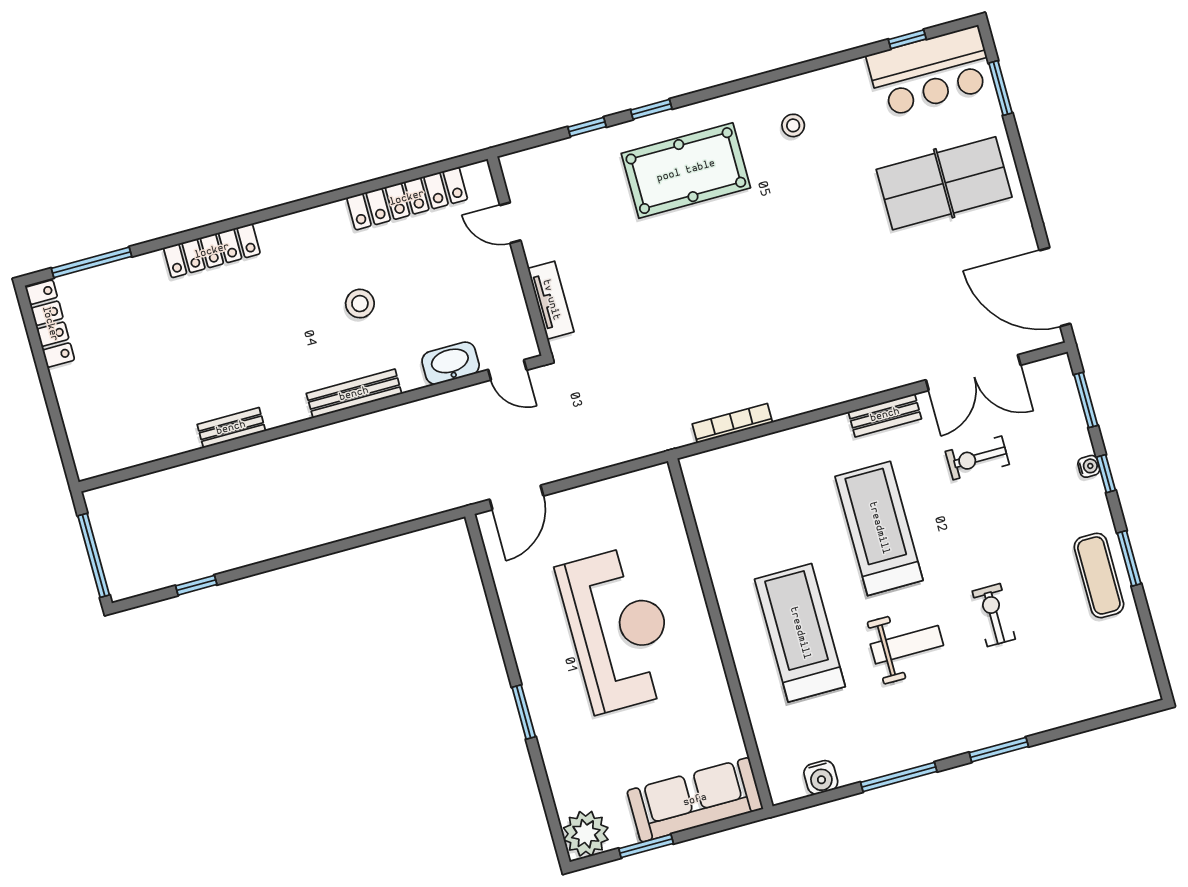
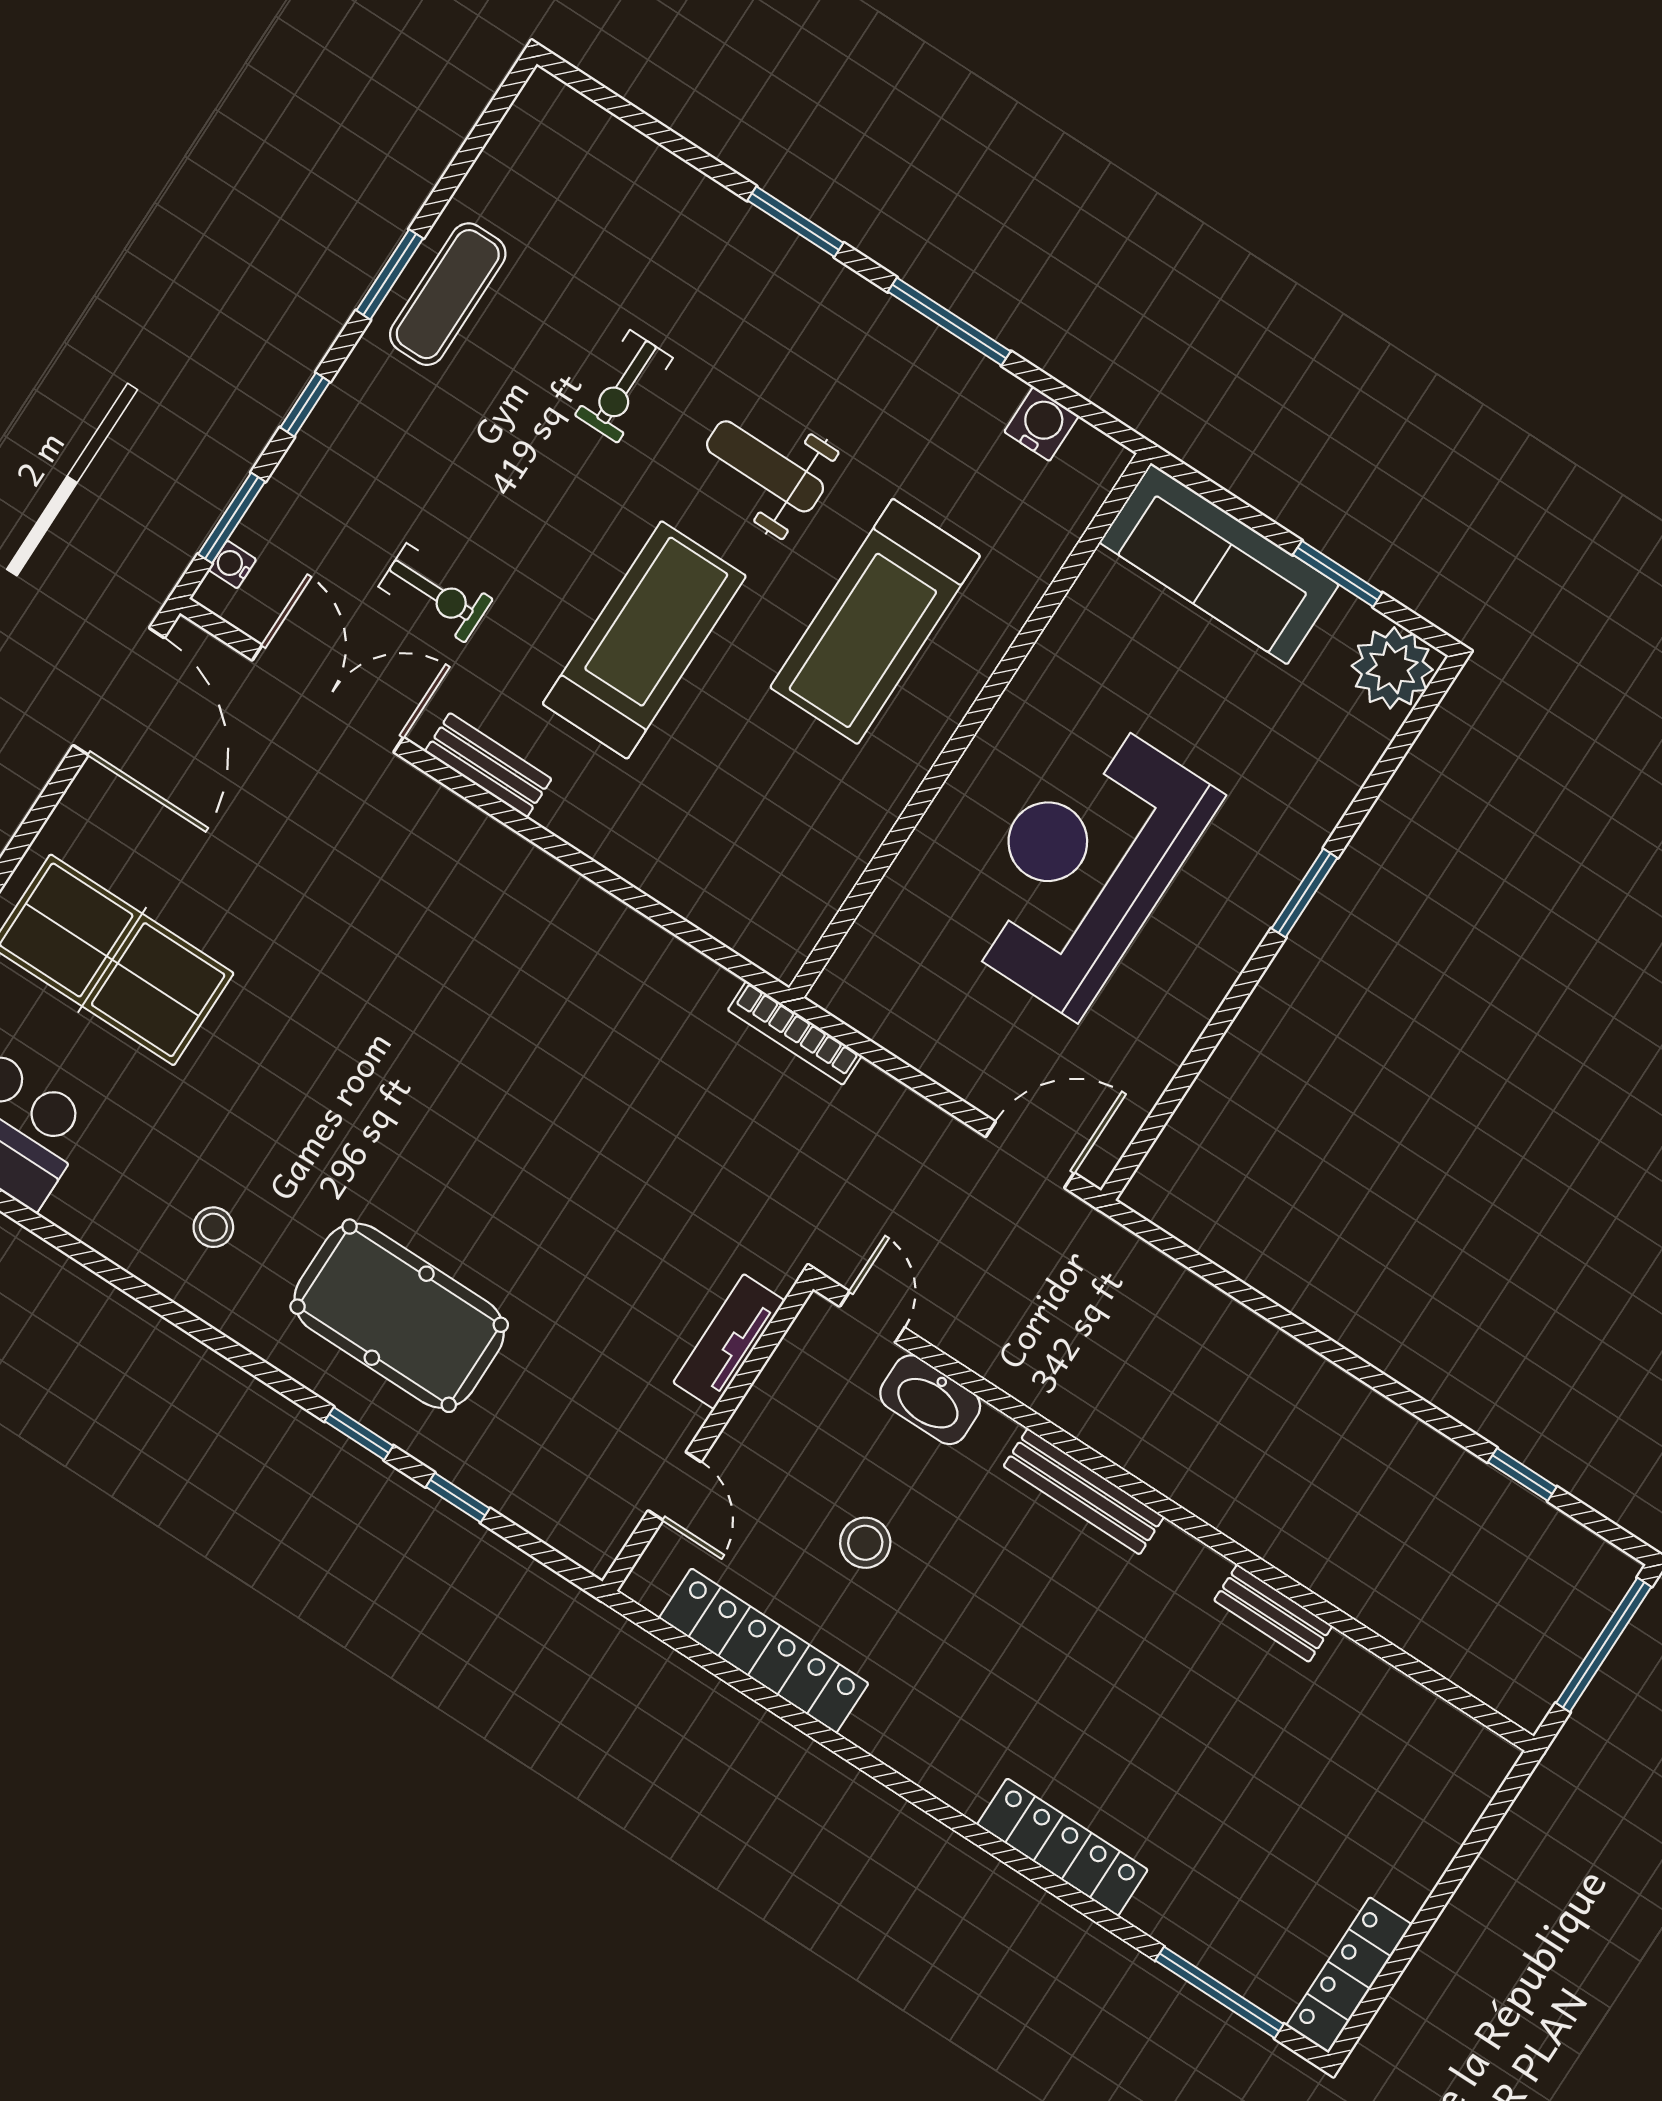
stool: (360, 304) -> (865, 1543), moved
bookcase: (732, 423) -> (795, 1033), moved
water cooler: (1089, 466) -> (232, 565), moved
treadmill: (879, 528) -> (644, 640), turned 180

